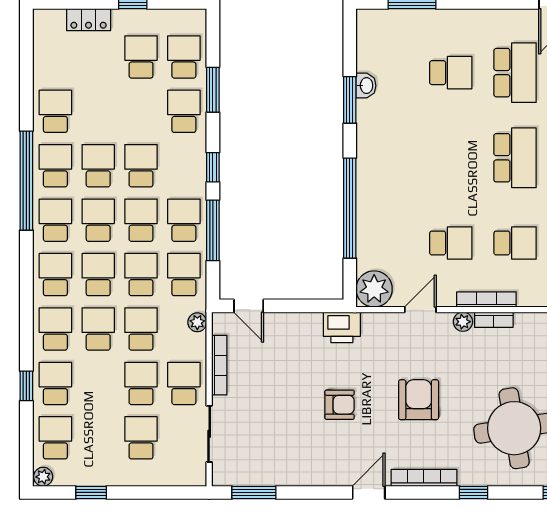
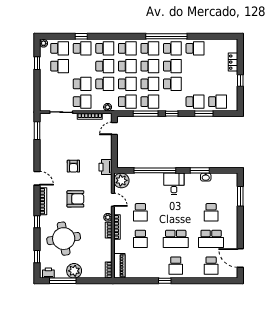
school desk: (141, 57) -> (218, 84), removed
desk: (382, 162) -> (174, 184), added
school desk: (141, 438) -> (60, 66), moved

